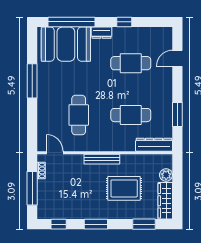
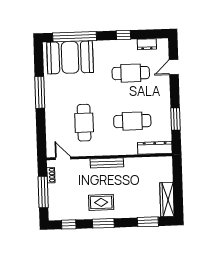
dresser: (102, 33) -> (147, 44), moved
plant: (166, 175) -> (167, 176), removed
rug: (124, 188) -> (101, 202), moved, width x0.73, depth x0.70

